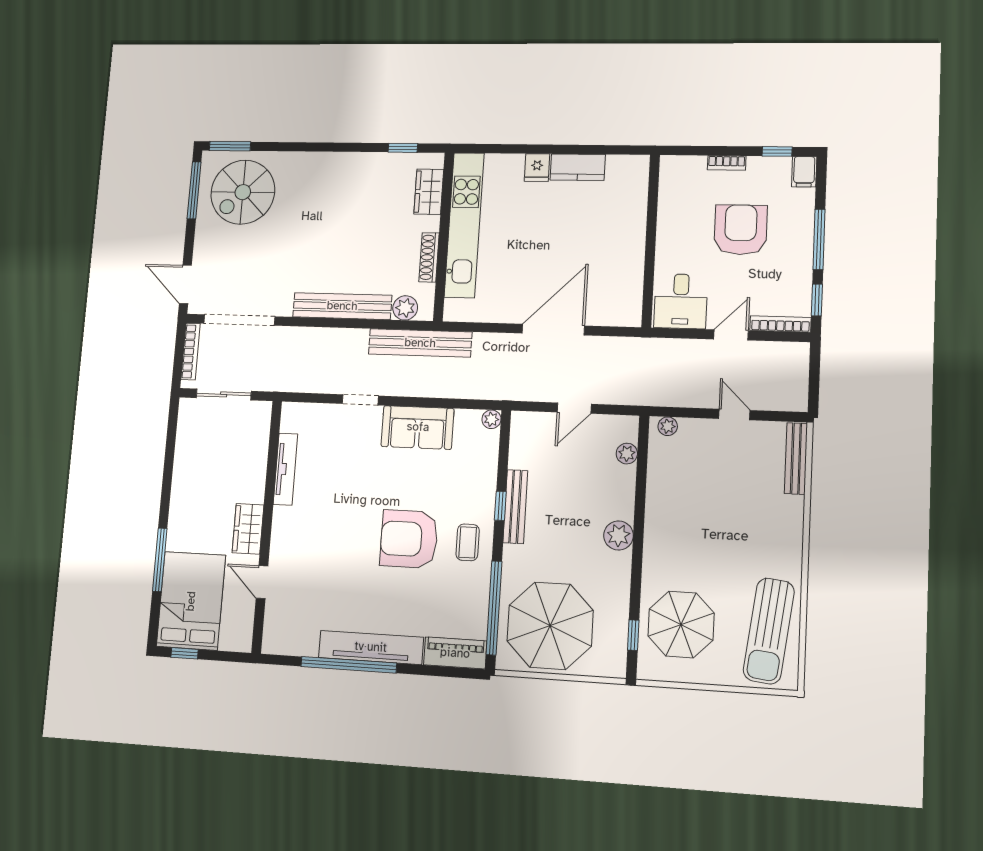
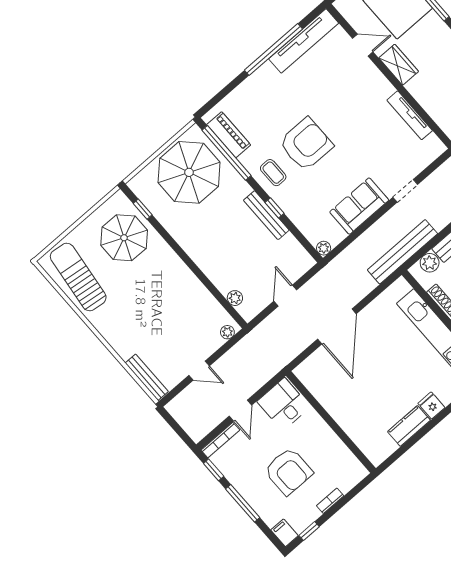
plant: (619, 535) -> (199, 252), removed
tv unit: (371, 647) -> (304, 41), moved
piano: (455, 653) -> (229, 135), moved, turned -90

